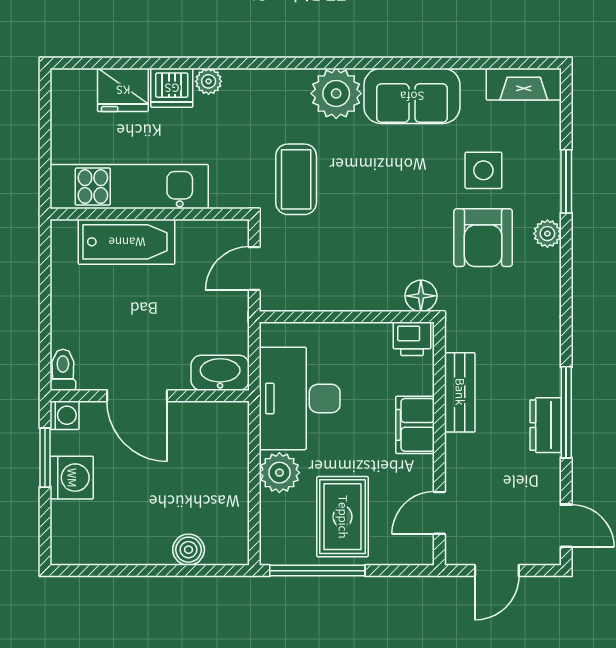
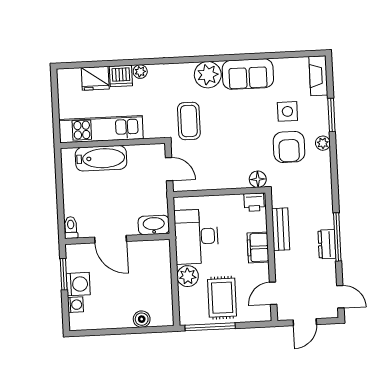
fireplace: (524, 84) -> (318, 76), moved, turned 90
door: (254, 269) -> (169, 169), swing flipped
washing machine: (65, 415) -> (75, 305), moved

